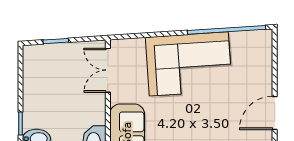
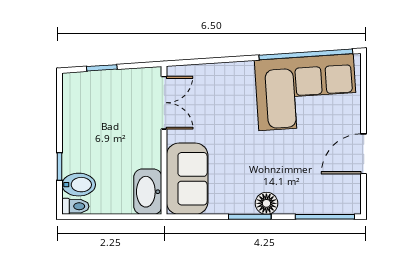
corner sofa: (189, 64) -> (306, 92), moved
double door: (108, 70) -> (164, 103), swing flipped

